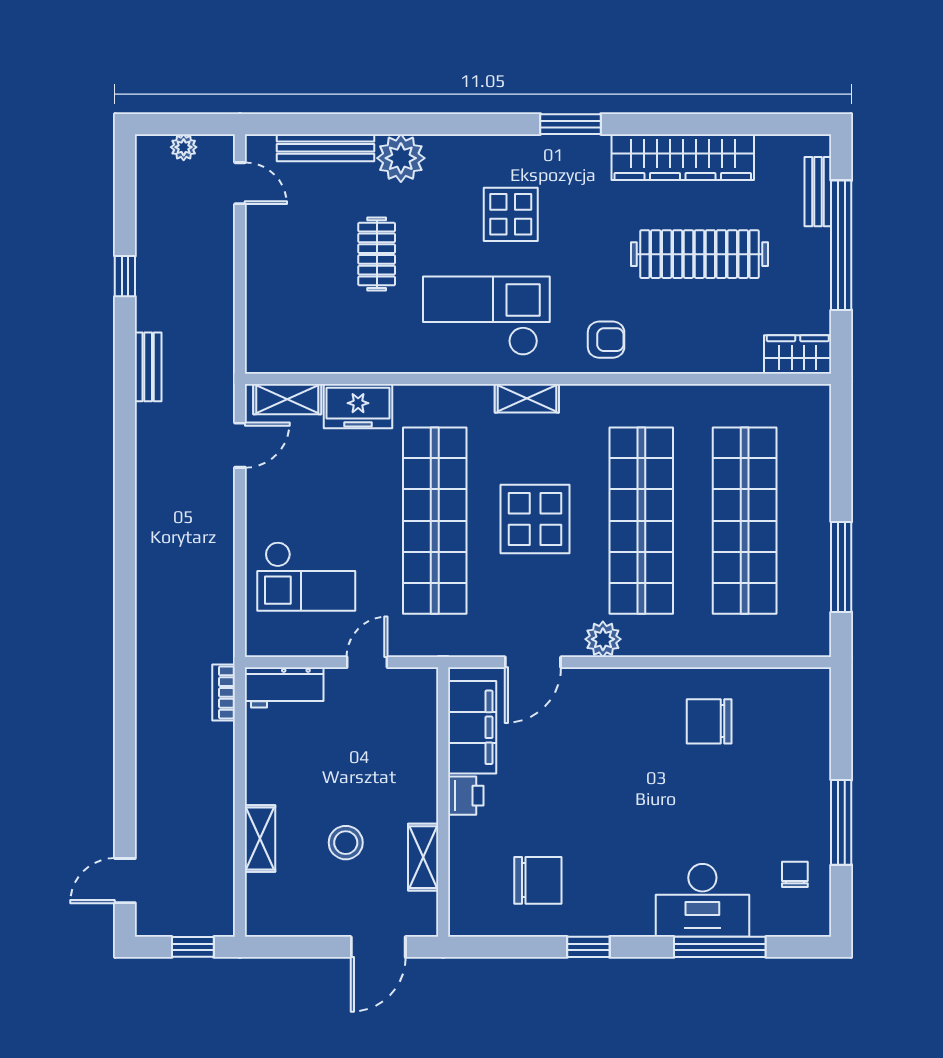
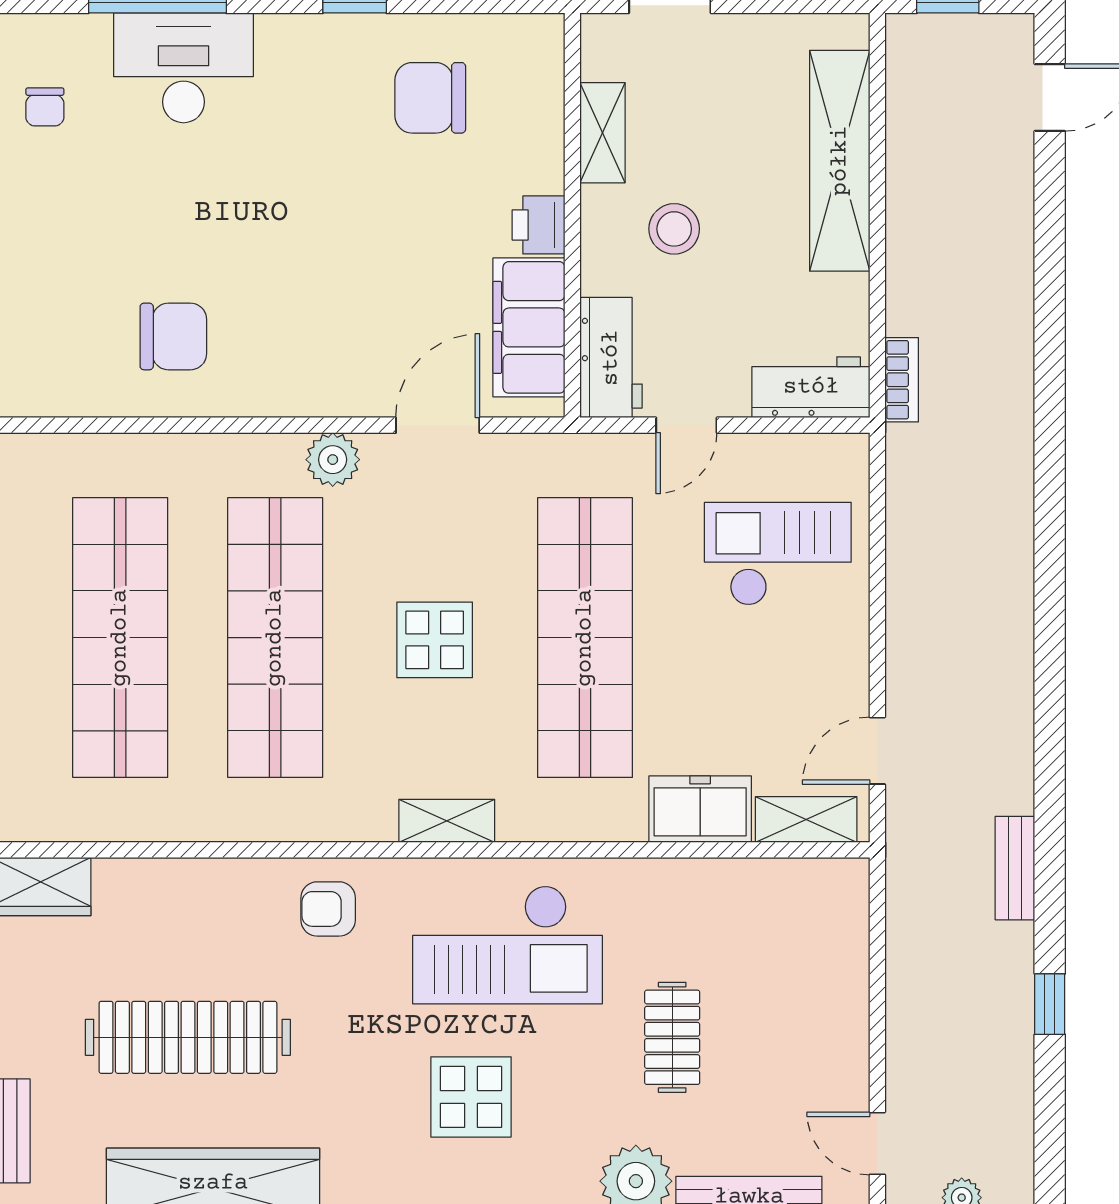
display table: (535, 519) -> (435, 640), width x0.73, depth x0.73
workbench: (417, 707) -> (611, 358), added
shelving: (260, 838) -> (840, 161), width x2.20, depth x1.33
stool: (346, 843) -> (674, 229), moved

